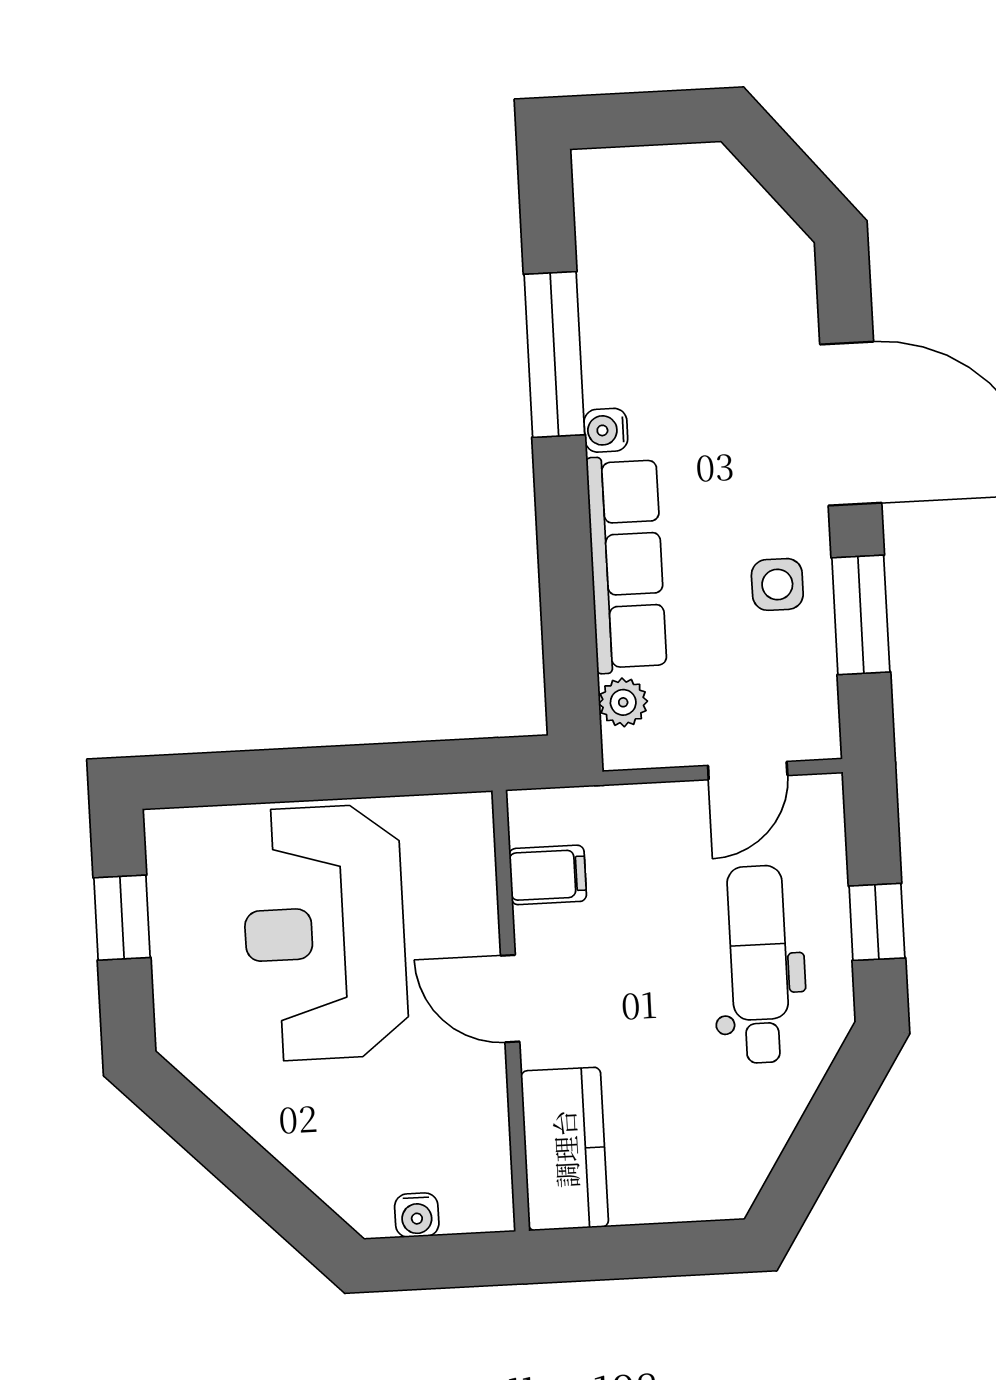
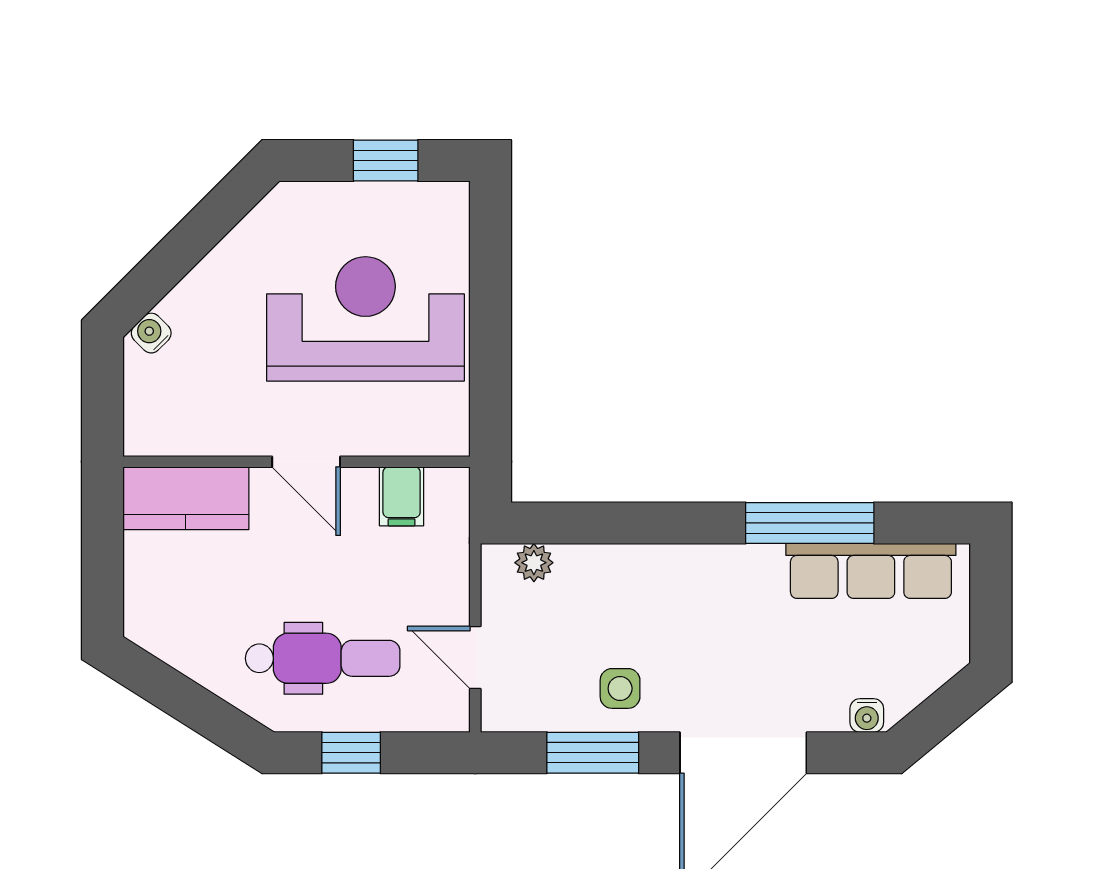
water cooler: (606, 430) -> (867, 715), moved, turned 180
row of seats: (626, 564) -> (871, 571), moved
door: (510, 999) -> (306, 462), swing flipped
water cooler: (417, 1215) -> (151, 333), moved, turned 45

